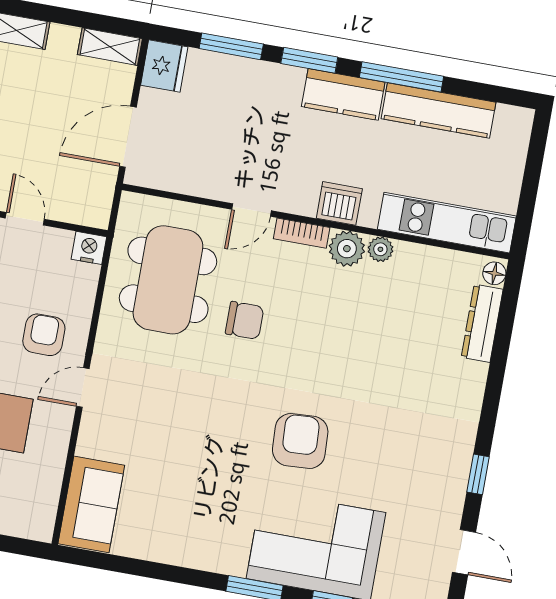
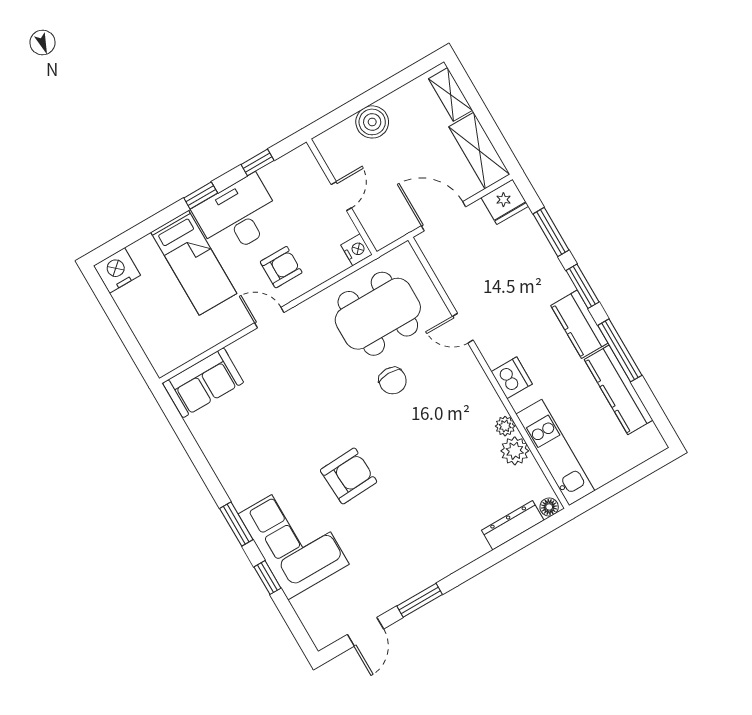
shelving: (110, 47) -> (479, 151), width x1.50, depth x1.33
bookcase: (302, 233) -> (474, 370), removed
plant: (347, 249) -> (515, 451), moved
window: (478, 474) -> (420, 600), width x1.50

